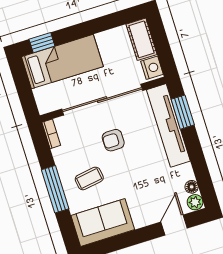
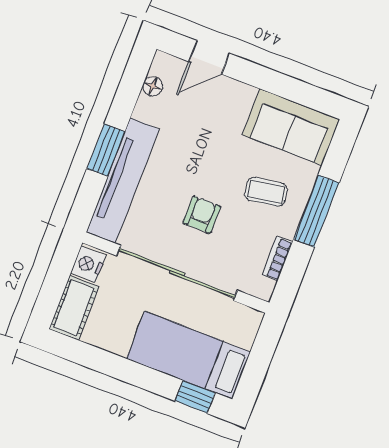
window: (183, 112) -> (106, 150), moved
bookcase: (51, 134) -> (277, 259), moved
armchair: (113, 140) -> (202, 215), turned -90
plant: (195, 202) -> (163, 65), removed

